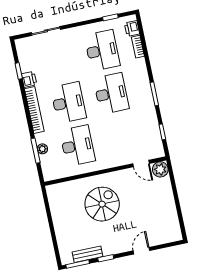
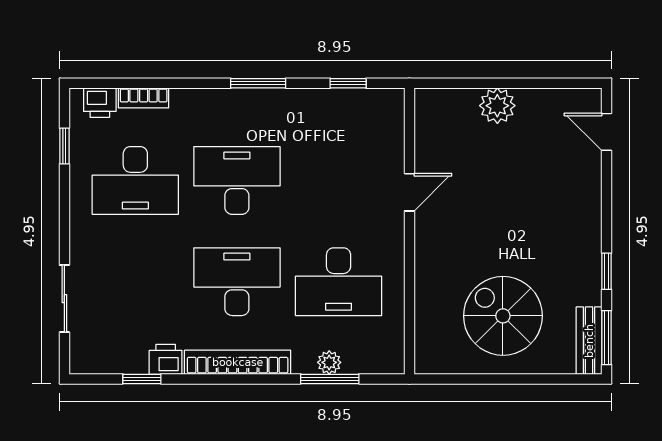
desk: (102, 50) -> (135, 180), turned 180
desk: (77, 146) -> (339, 282), turned 180
door: (141, 164) -> (409, 192), moved
plant: (160, 169) -> (497, 106), moved
spiral stairs: (102, 204) -> (503, 316), moved
door: (141, 251) -> (607, 132), moved
bench: (88, 254) -> (589, 341), moved

